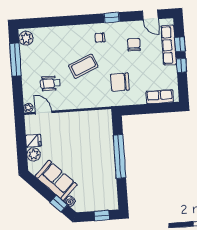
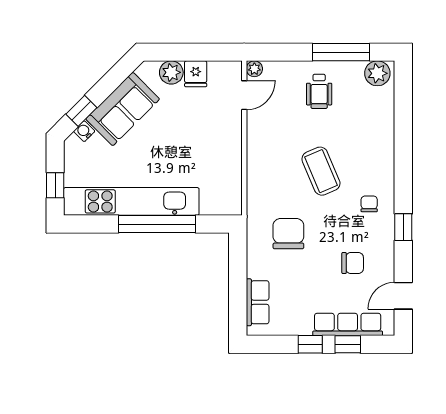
wheelchair: (50, 83) -> (319, 91), moved, turned 180
kitchen unit: (108, 172) -> (131, 201), added

